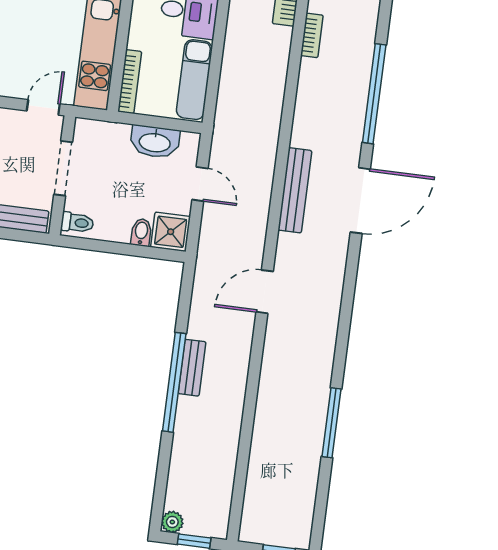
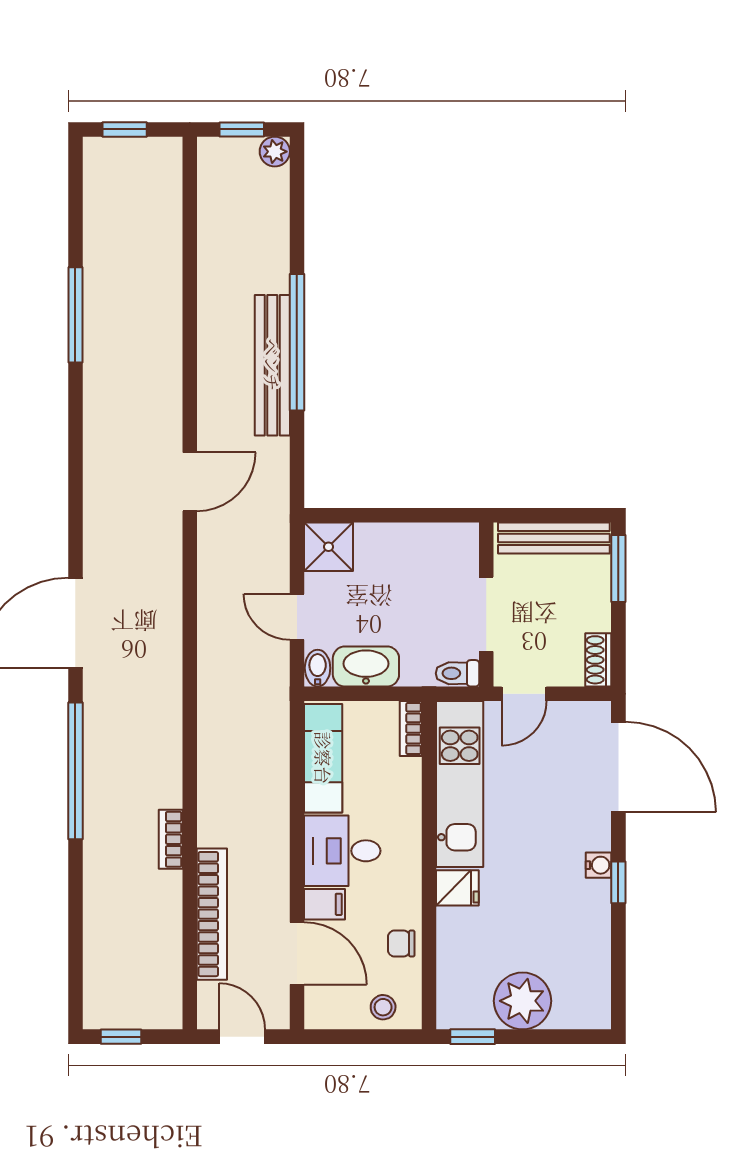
bookcase: (130, 82) -> (411, 729), width x0.64
bench: (295, 190) -> (167, 625), removed
toilet: (77, 223) -> (457, 673), moved
bidet: (141, 232) -> (318, 668), moved, turned 180
bench: (192, 368) -> (272, 365), width x1.86, depth x1.21

